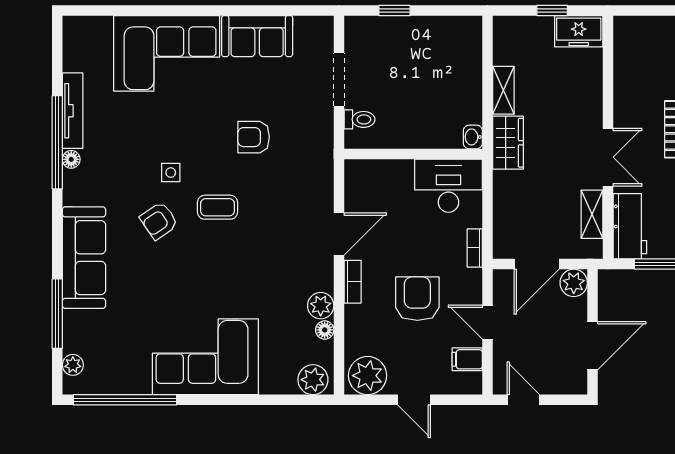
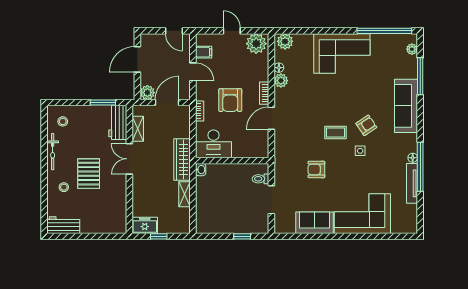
armchair: (254, 137) -> (316, 169), turned 180
wardrobe: (508, 143) -> (182, 160), width x1.50
armchair: (417, 299) -> (230, 100), moved

